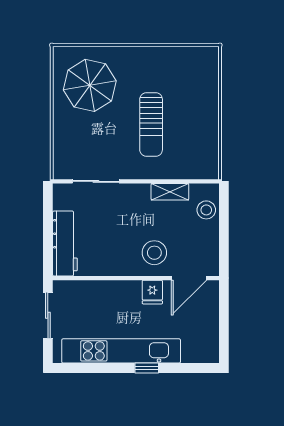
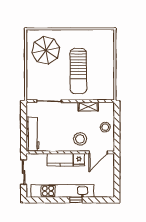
sun lounger: (151, 125) -> (78, 71), width x1.36, depth x1.34
stool: (206, 210) -> (105, 127), moved
kitchen counter: (117, 292) -> (60, 160), added

